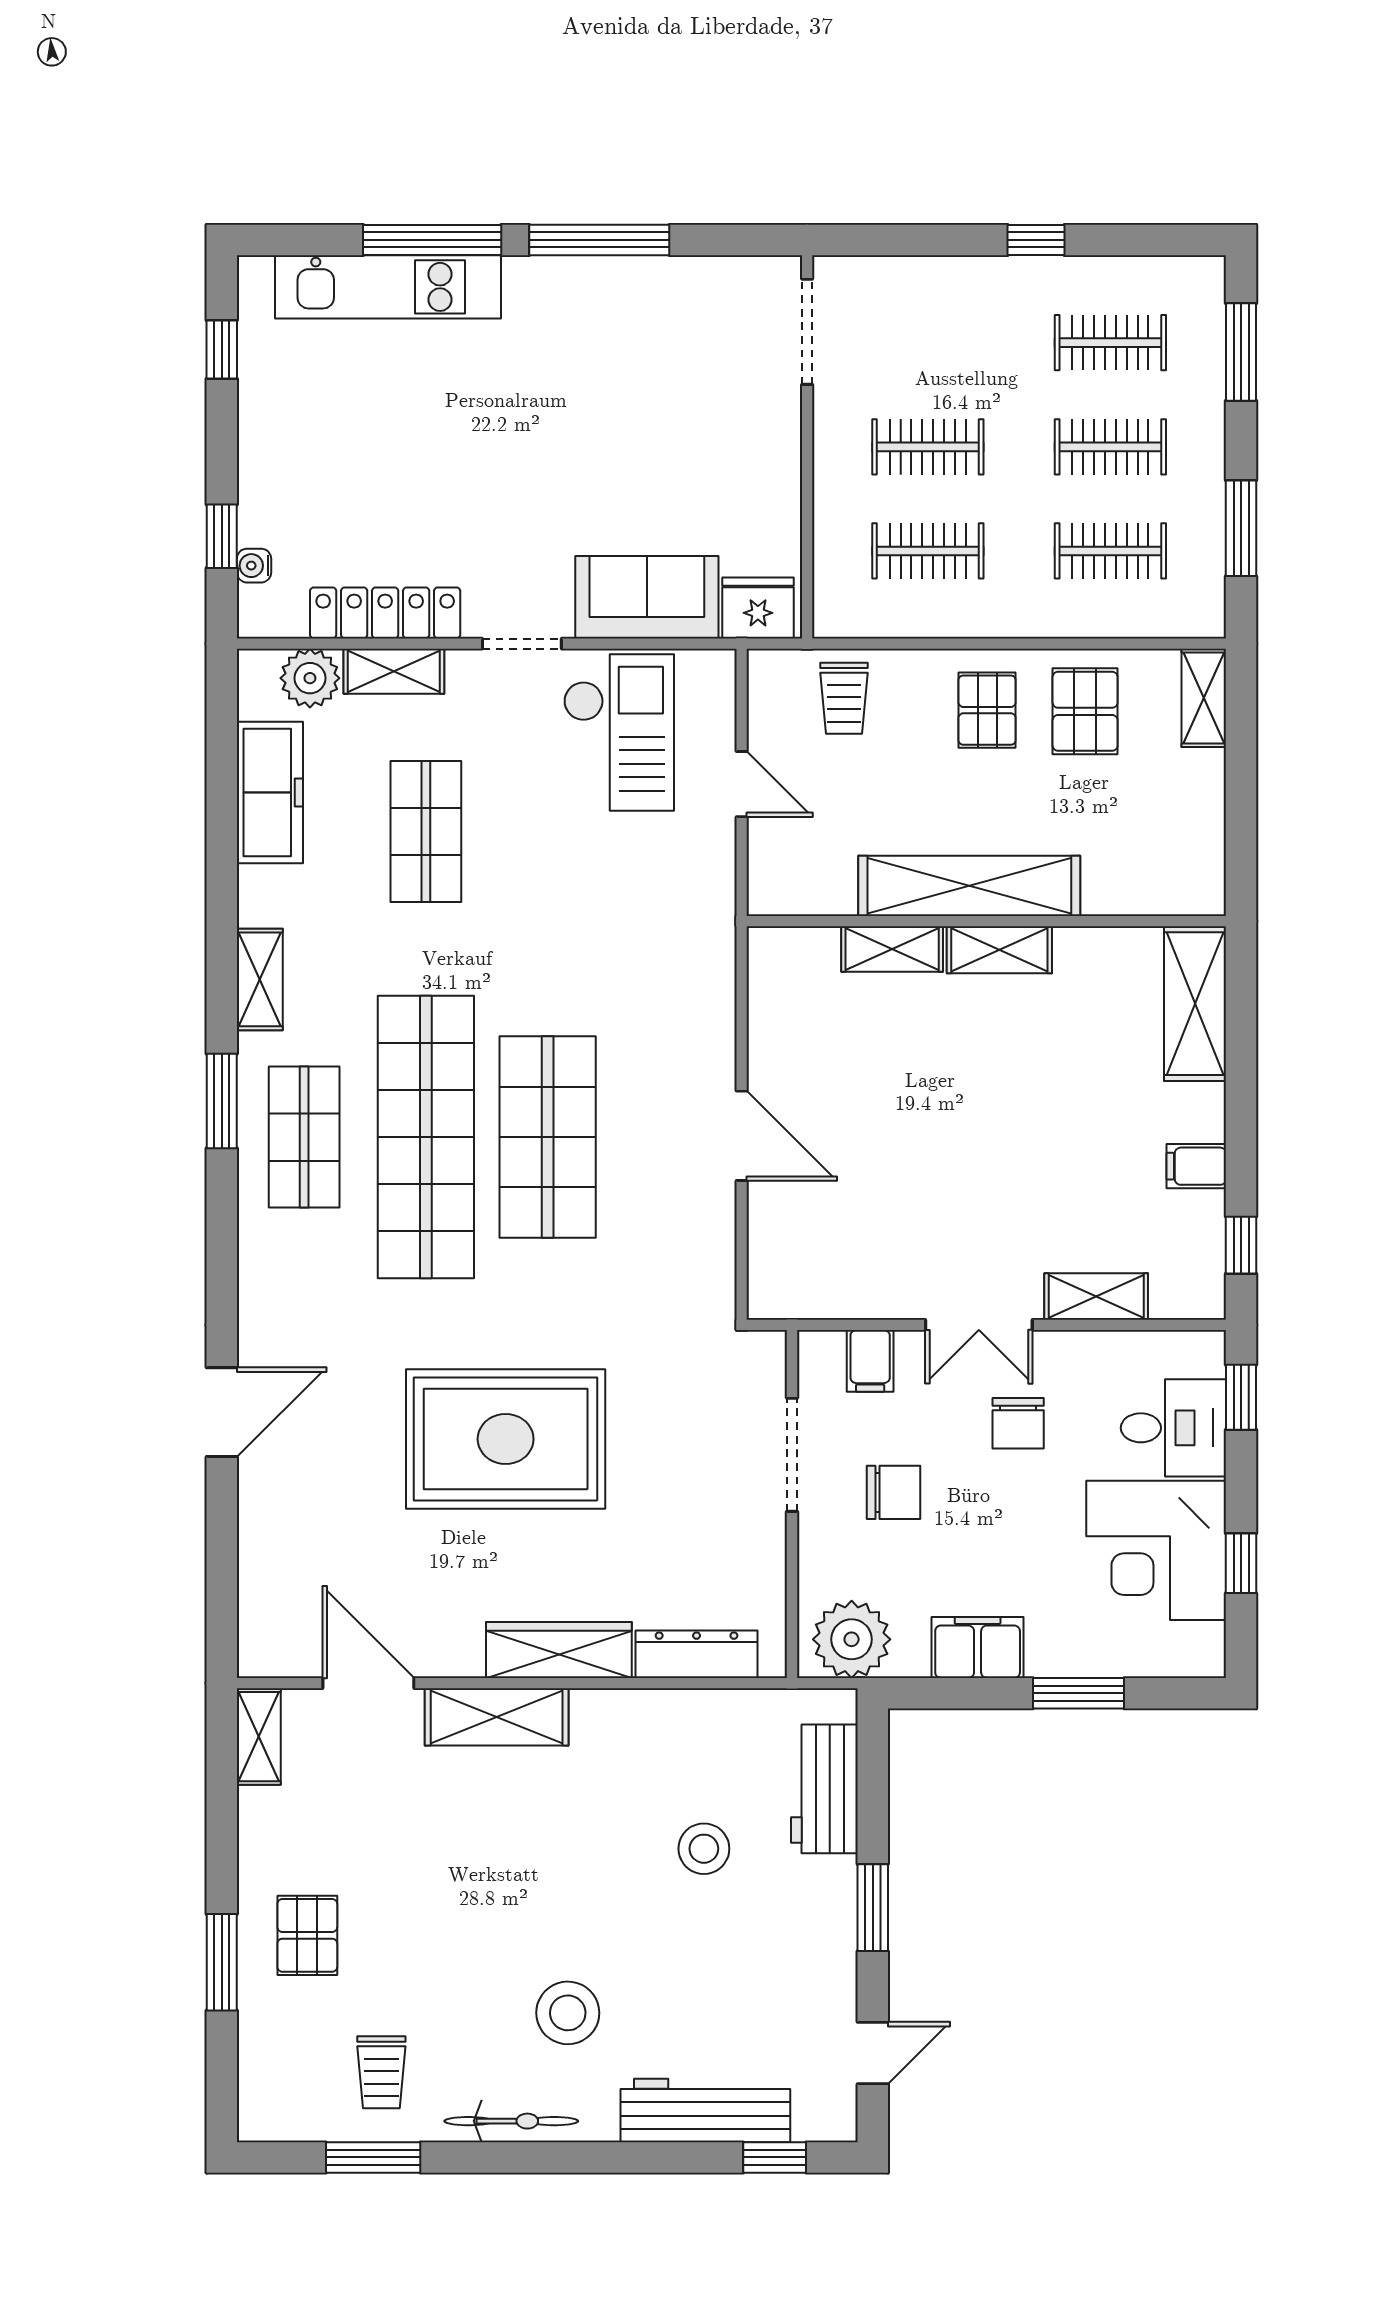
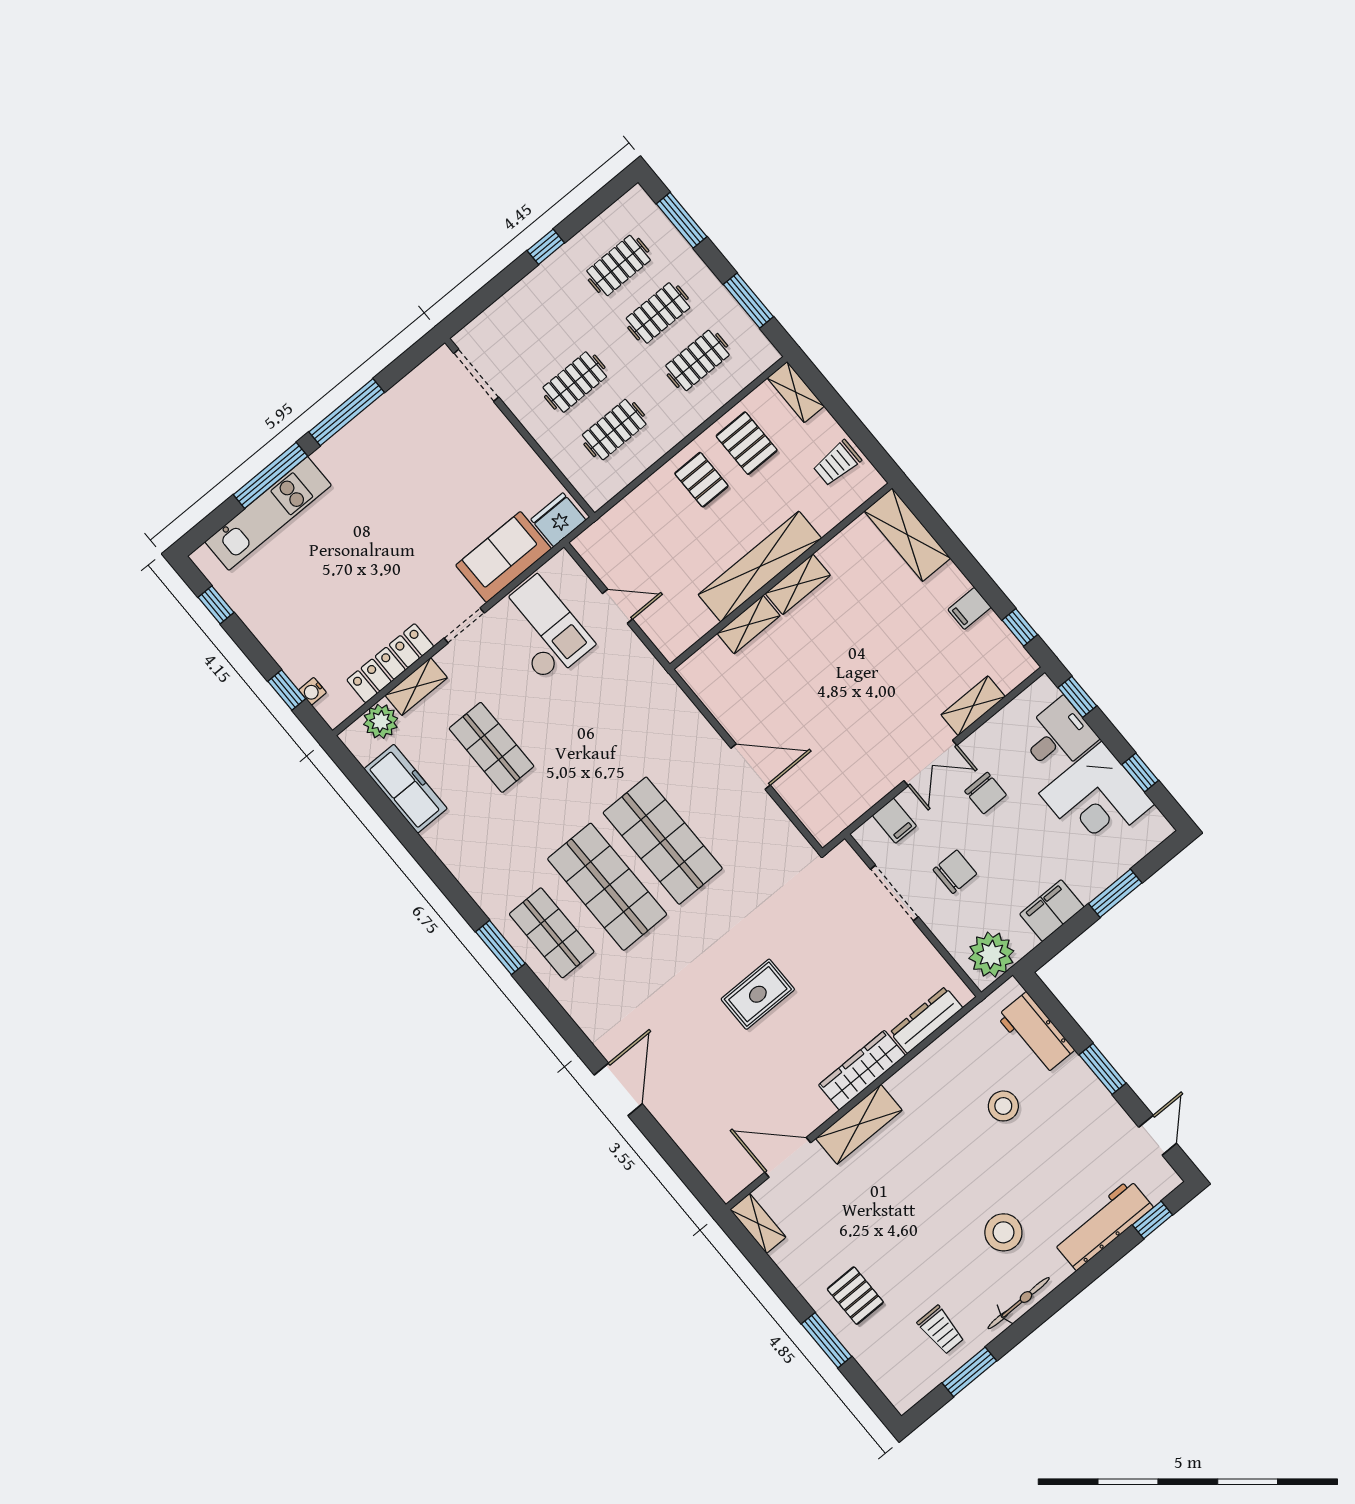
trolley: (844, 698) -> (837, 463), moved, turned 90
shelving: (260, 979) -> (472, 878), removed
shop shelf: (426, 1137) -> (607, 887), width x0.71
rug: (506, 1439) -> (758, 994), width x0.54, depth x0.49

